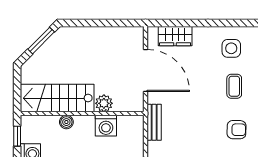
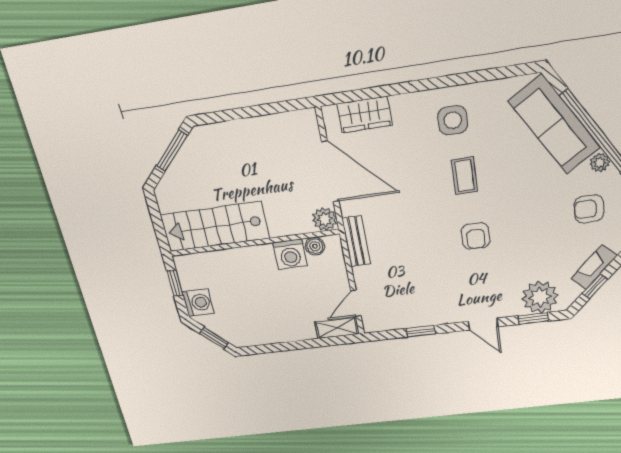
plant: (104, 103) -> (325, 219), moved
boiler: (66, 122) -> (315, 246), moved
armchair: (237, 130) -> (476, 236), turned 89

